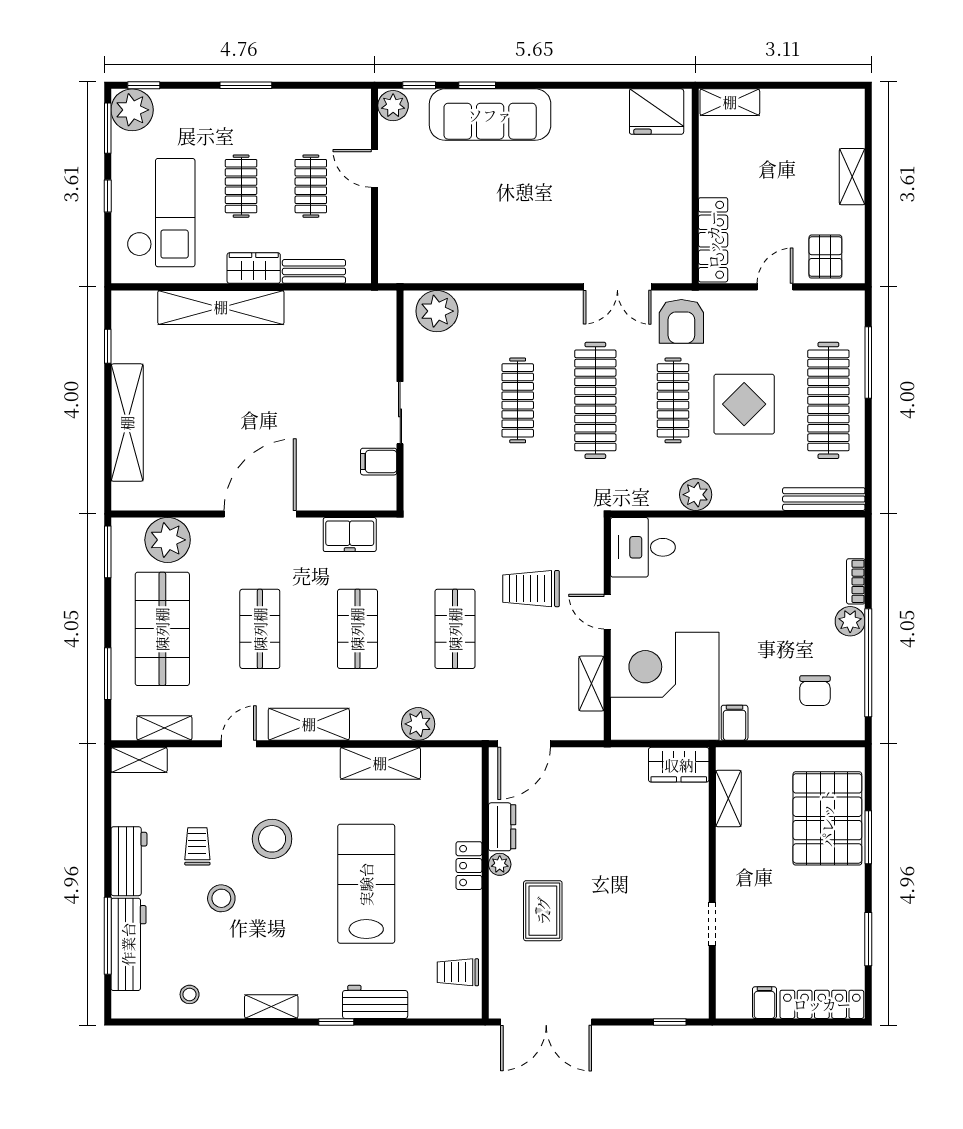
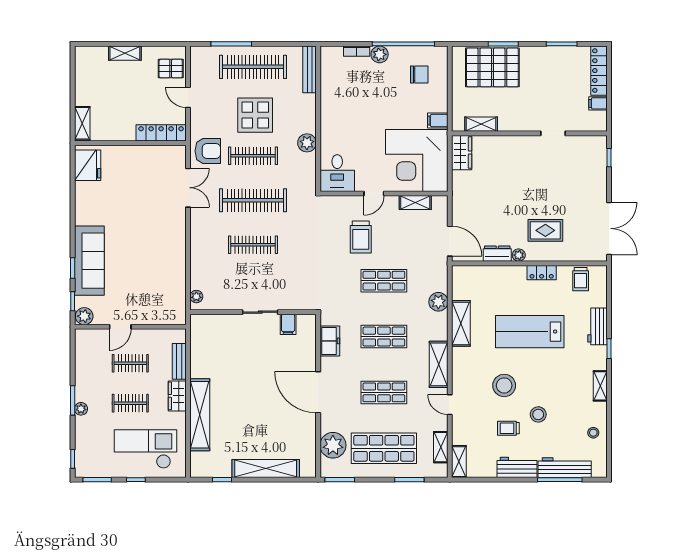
plant: (132, 110) -> (81, 409), moved, width x0.53, depth x0.53
plant: (437, 311) -> (196, 297), width x0.53, depth x0.53
locker: (469, 866) -> (542, 273), moved

